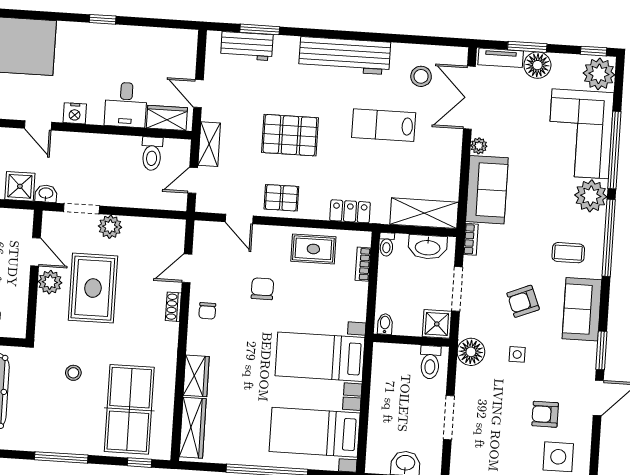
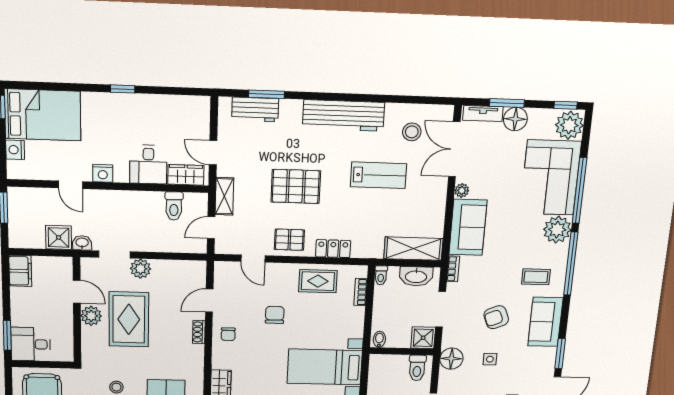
lab bench: (384, 125) -> (378, 175), turned 180
locker: (350, 211) -> (333, 249), moved

